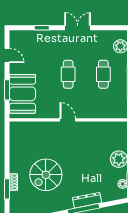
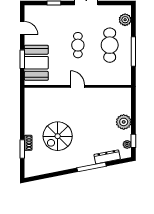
cafe table: (103, 74) -> (110, 45), width x1.37, depth x1.35
dresser: (87, 200) -> (107, 157), moved

